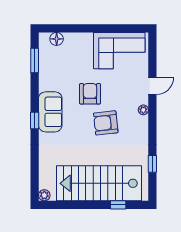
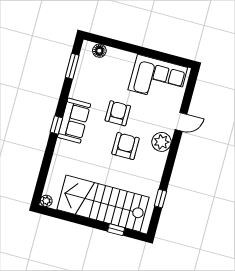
plant: (143, 110) -> (161, 142), width x1.88, depth x1.88
armchair: (106, 123) -> (126, 146), turned 96

